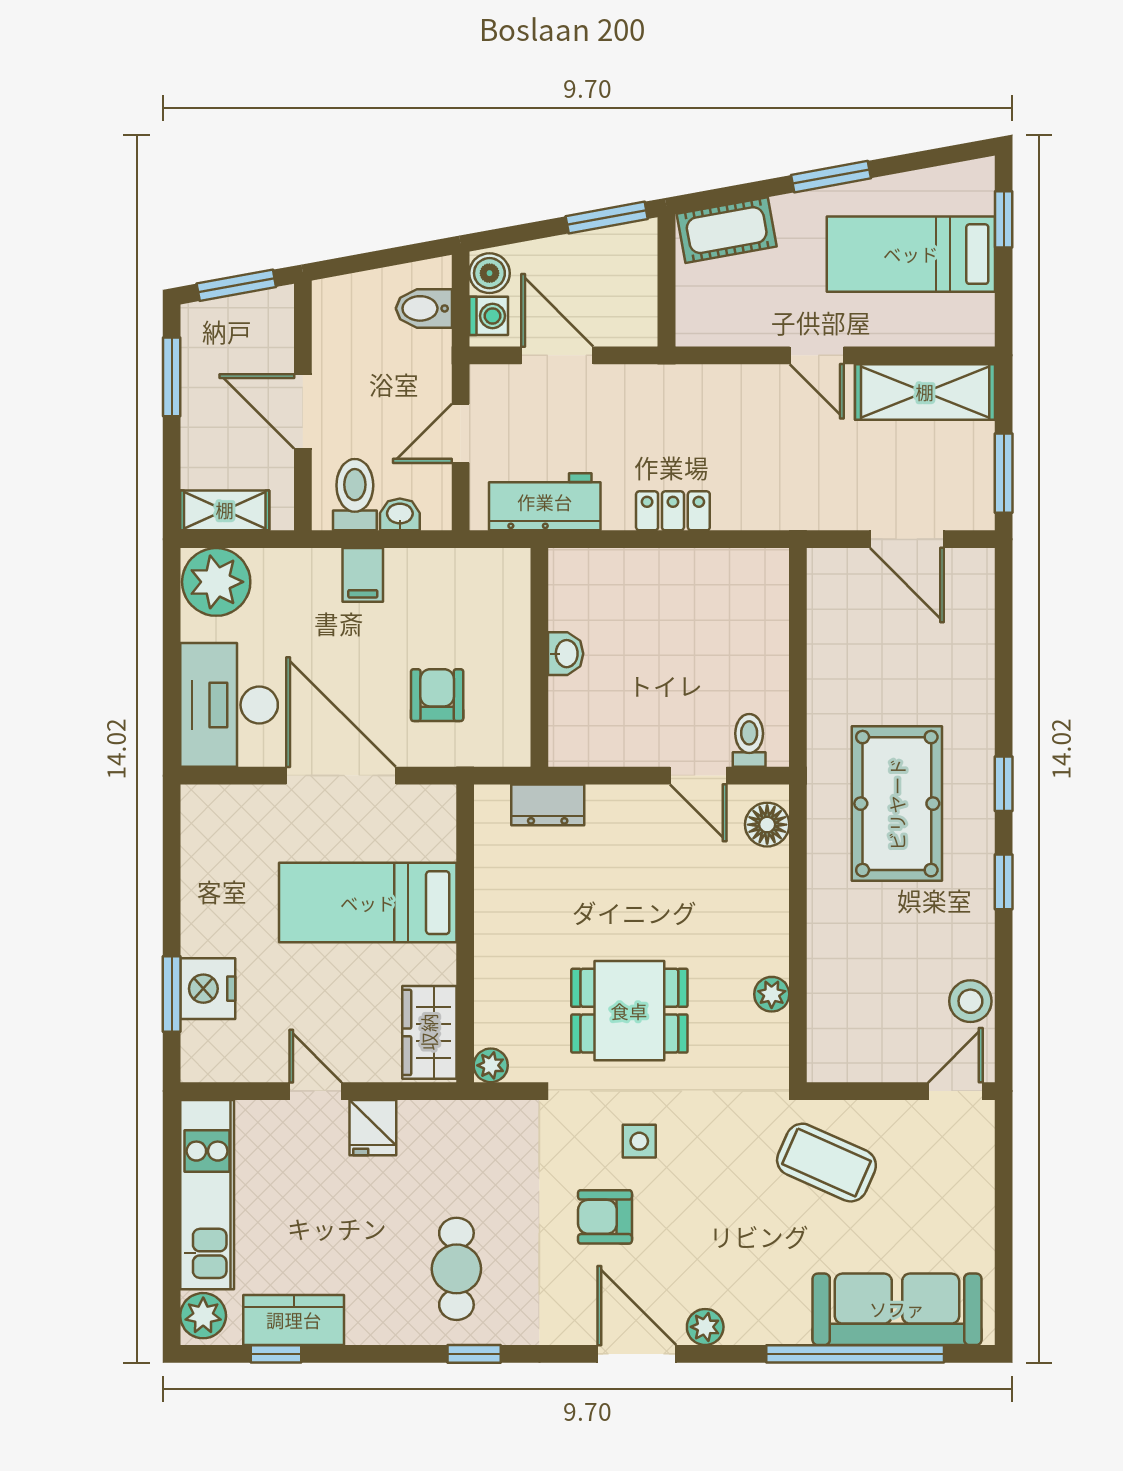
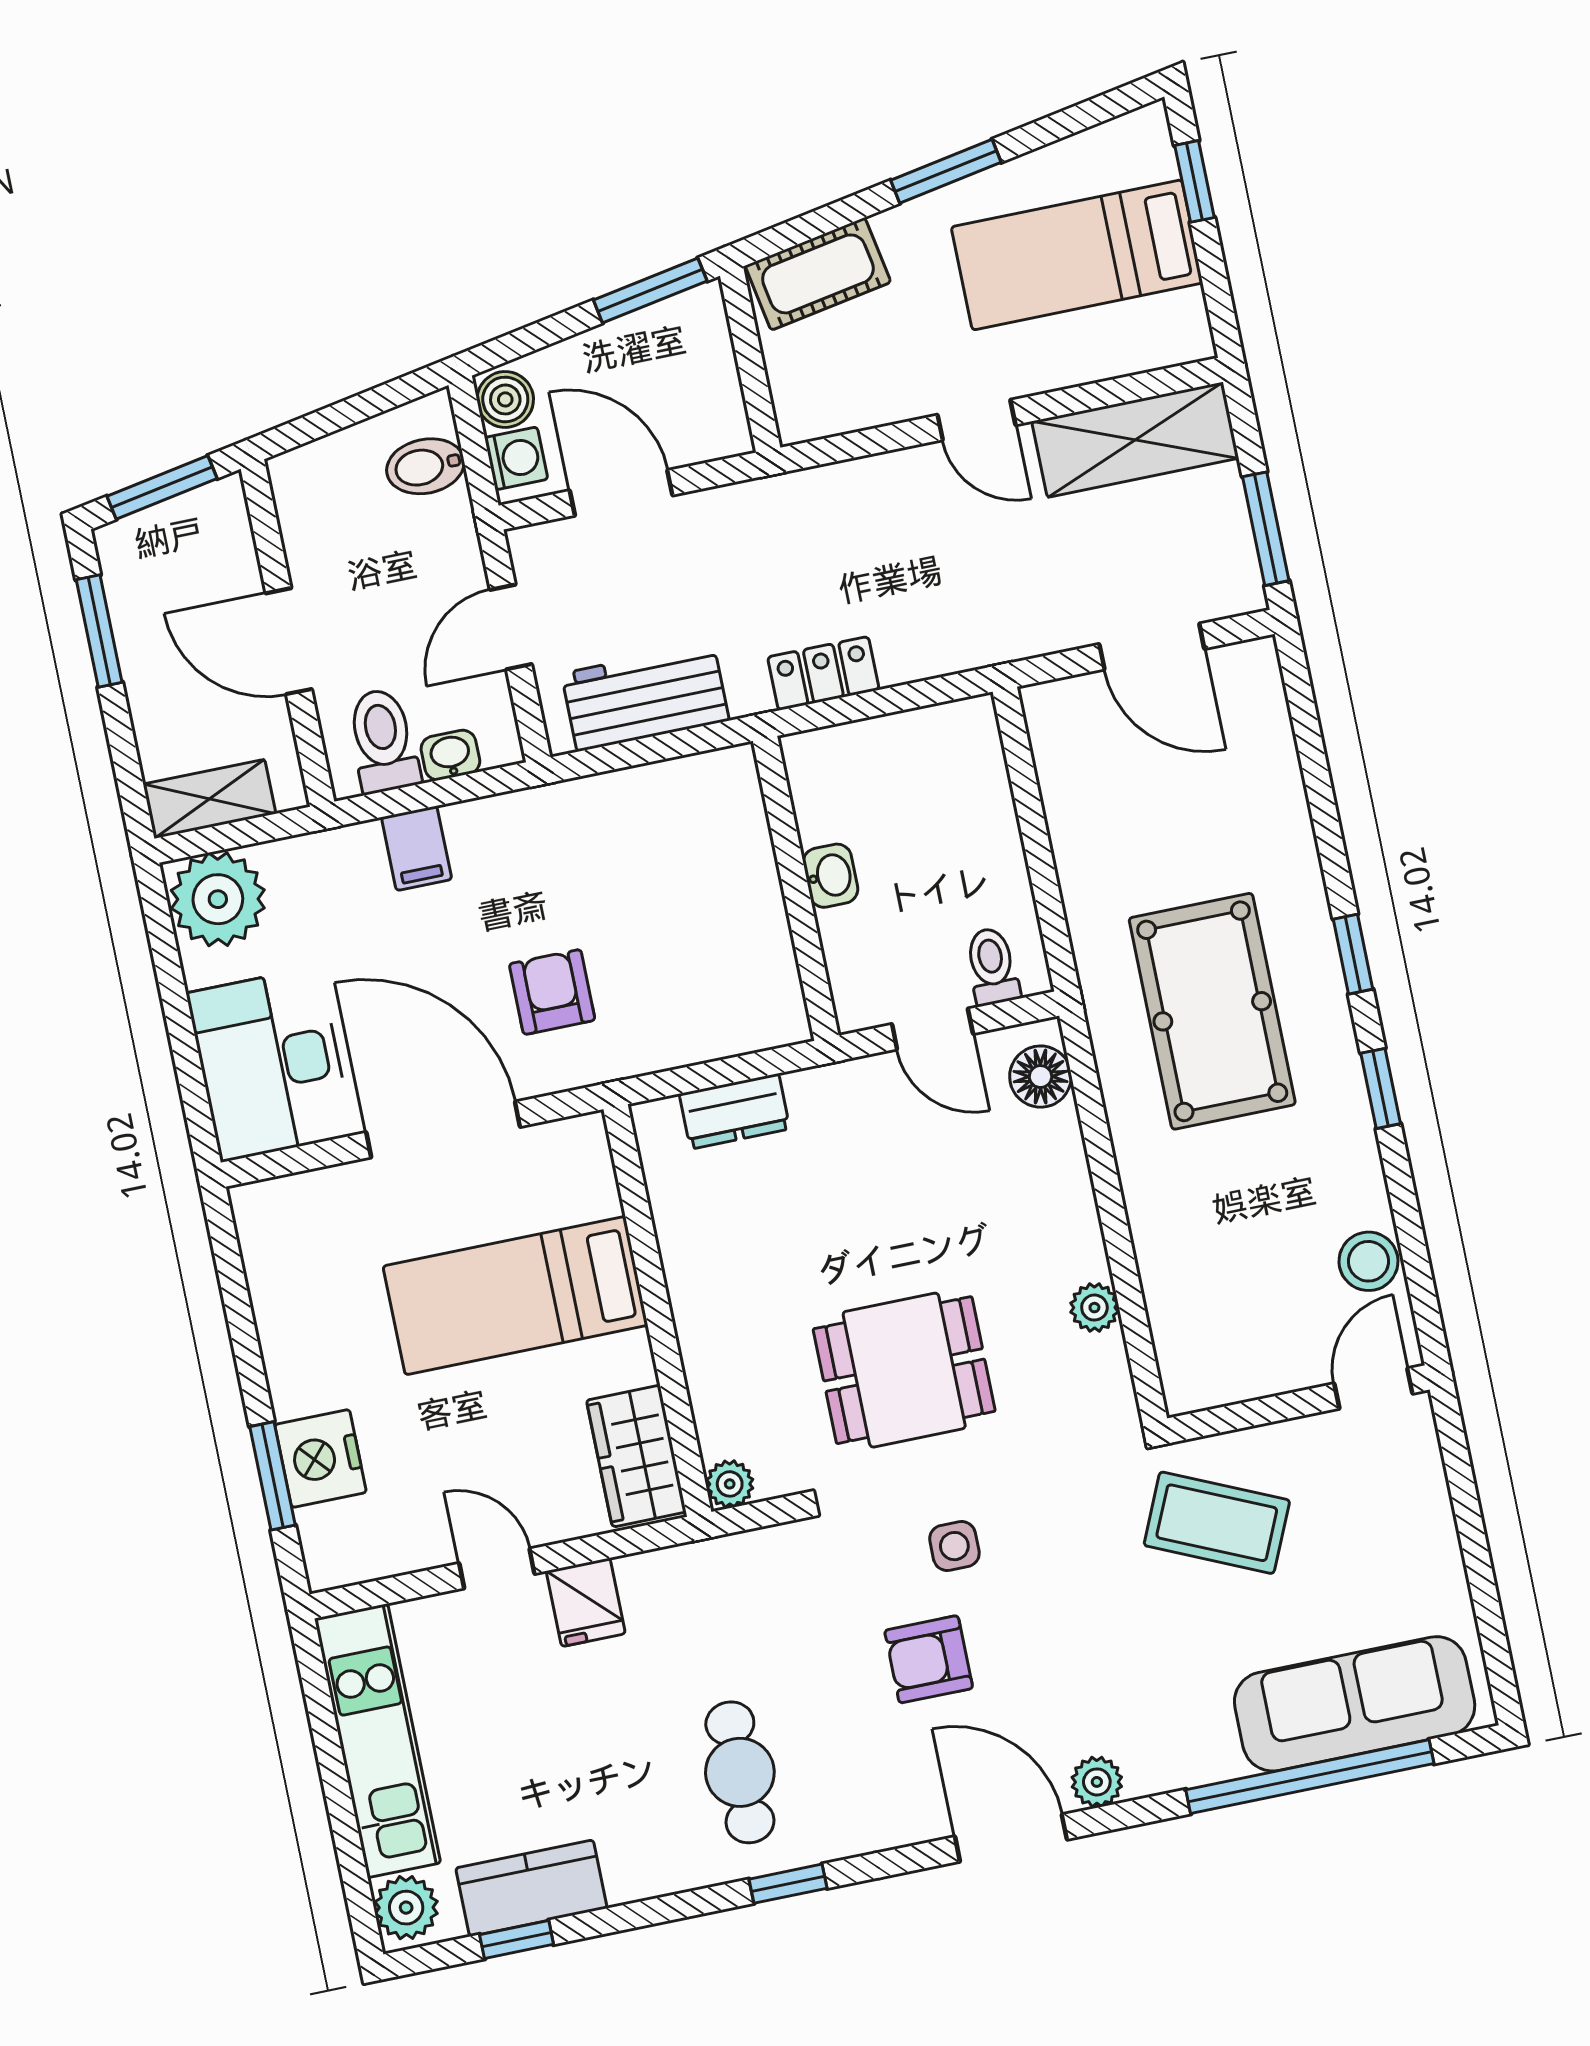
washbasin: (566, 654) -> (830, 876), moved
wall: (539, 657) -> (796, 888), moved

